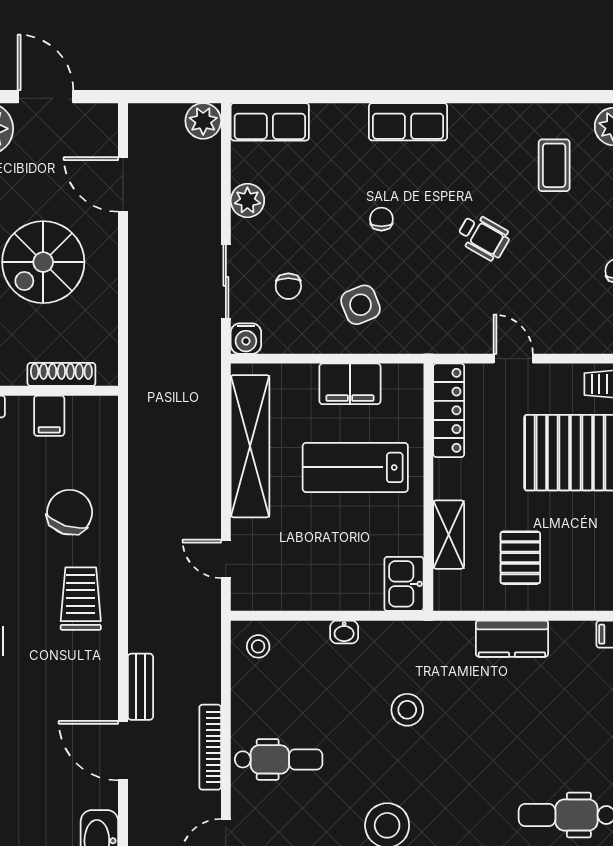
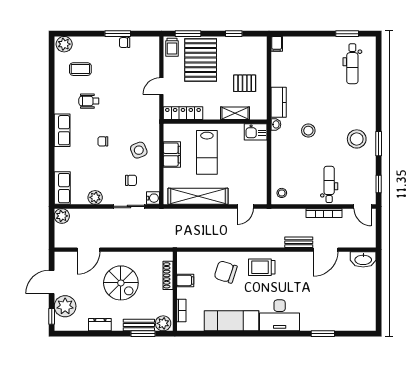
wheelchair: (484, 237) -> (89, 101), moved, turned -120
washbasin: (344, 632) -> (276, 124), moved
kitchen counter: (512, 639) -> (279, 102), moved

